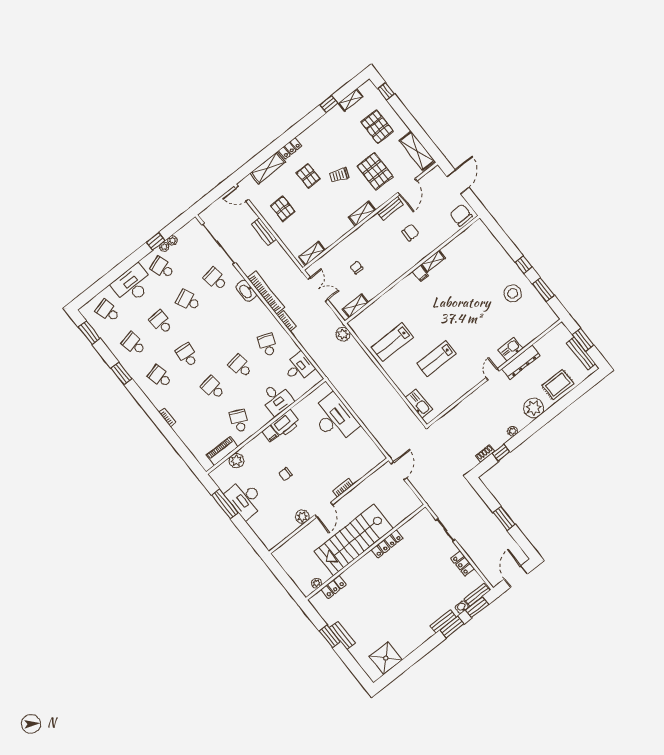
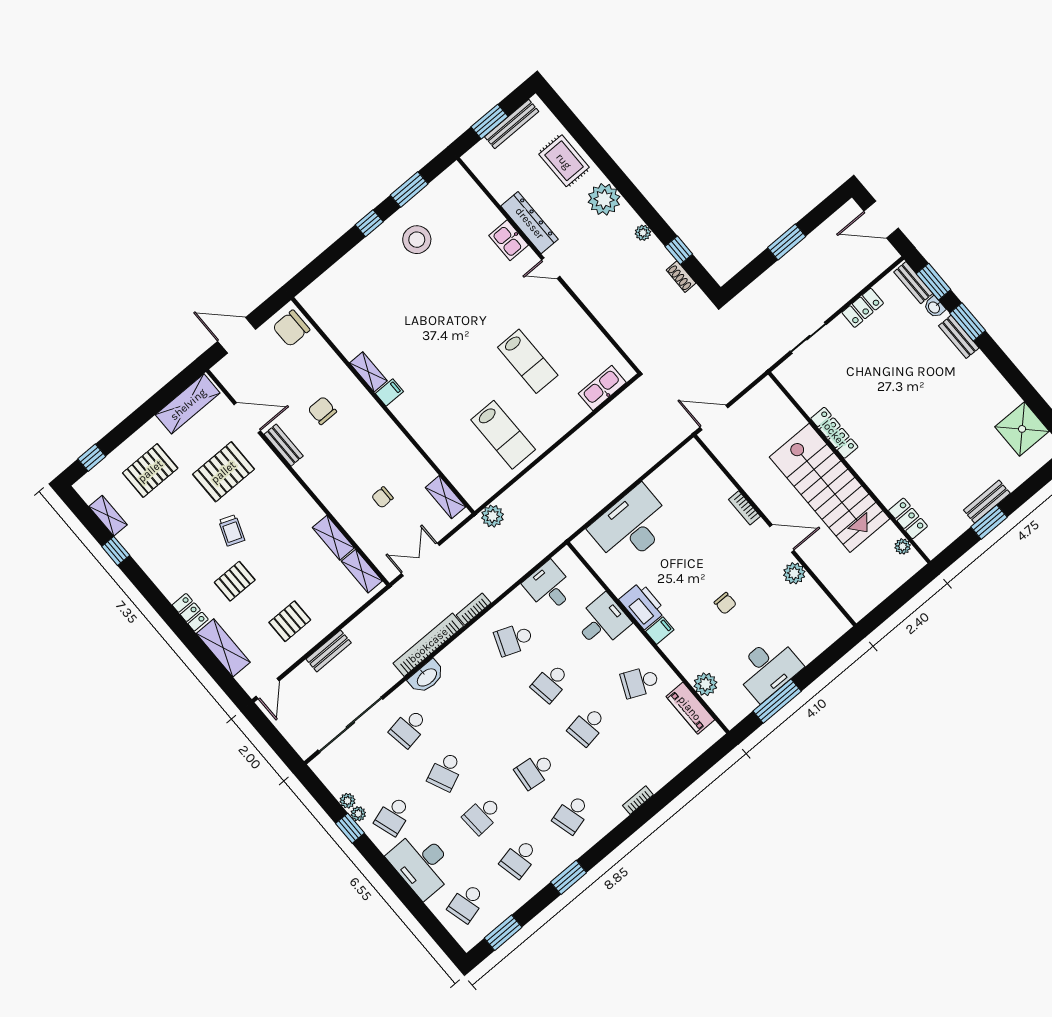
shelving: (362, 214) -> (333, 538), moved

